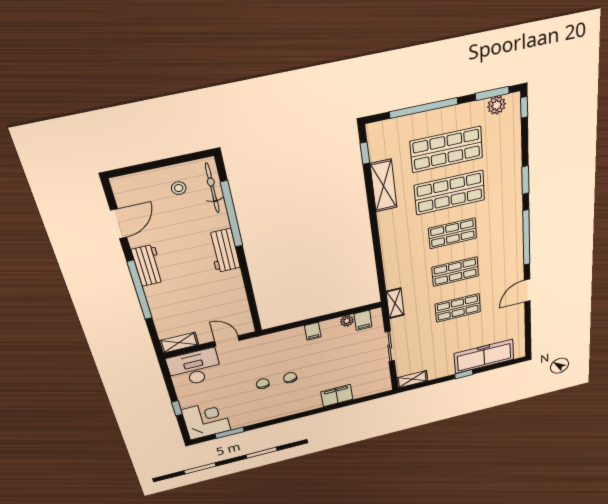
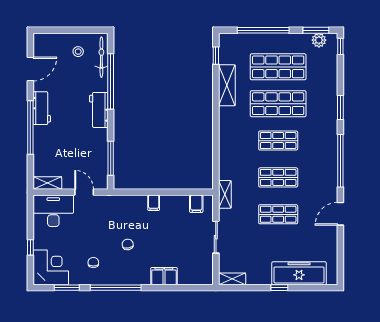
window: (251, 299) -> (111, 158), added
plant: (347, 321) -> (183, 201), removed
chair: (263, 384) -> (93, 262), moved
window: (285, 419) -> (116, 288), added

